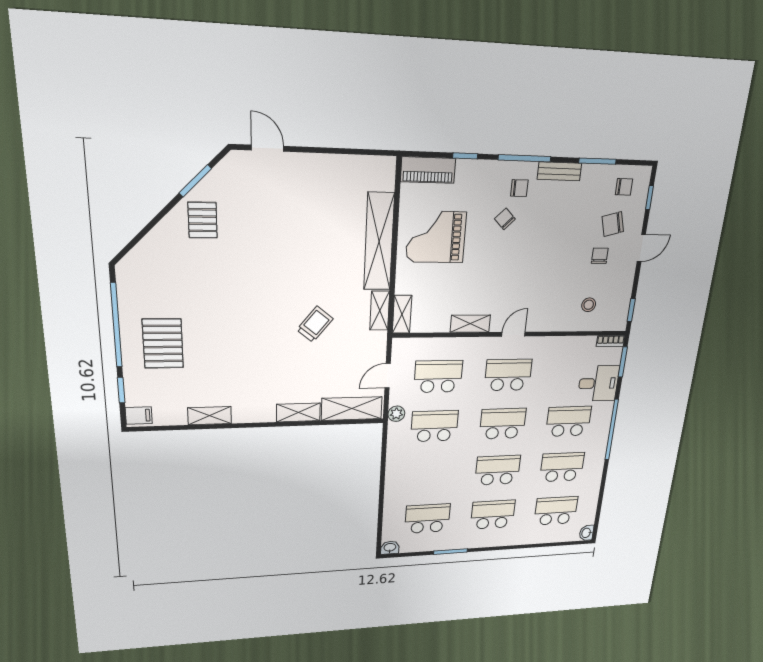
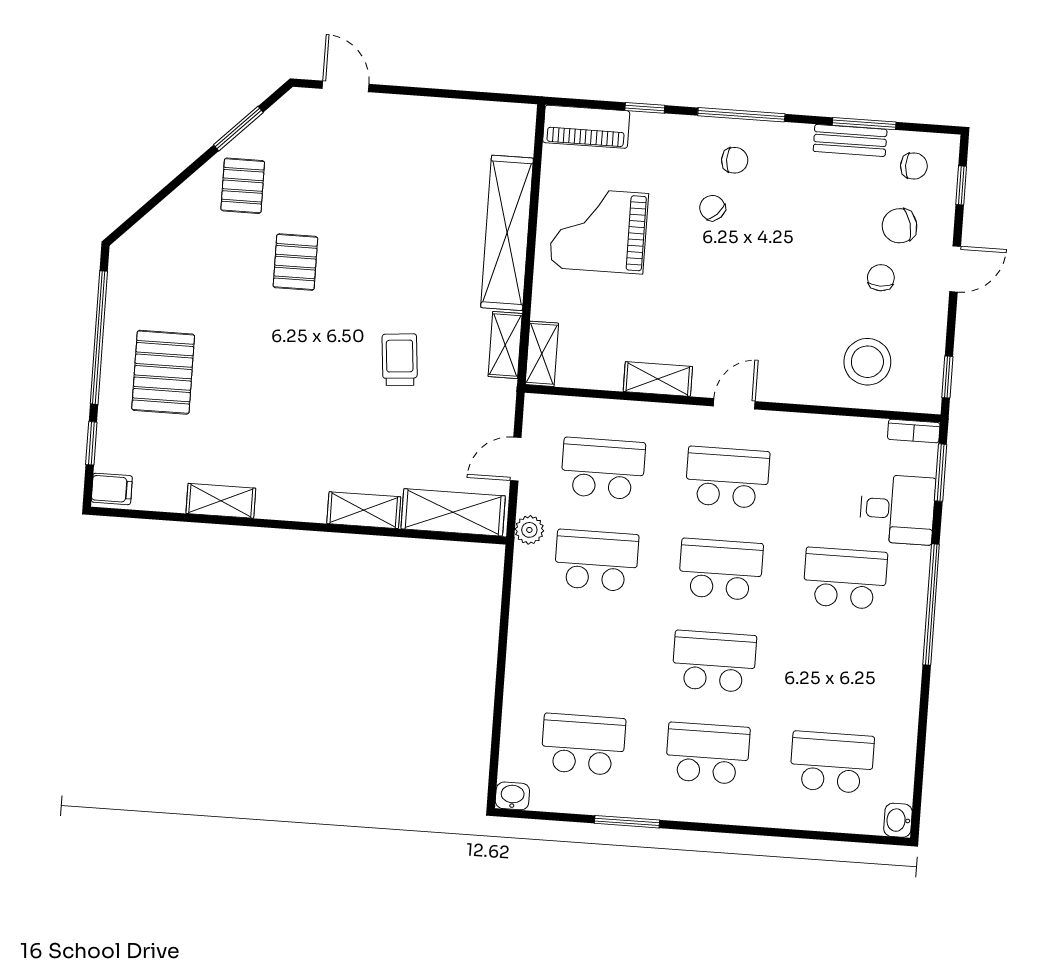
bench: (559, 171) -> (850, 140), moved
pallet: (243, 268) -> (295, 262), added
stool: (589, 305) -> (867, 362), width x1.89, depth x1.89
trolley: (315, 324) -> (400, 360), turned -44
school desk: (562, 467) -> (839, 670), removed

